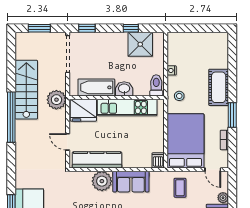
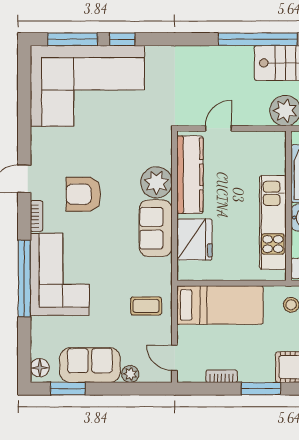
fridge: (83, 110) -> (195, 239), moved, turned 180
bed: (185, 141) -> (220, 305), width x0.67
dishwasher: (158, 160) -> (189, 271), removed
door: (213, 170) -> (175, 358), hinge flipped

